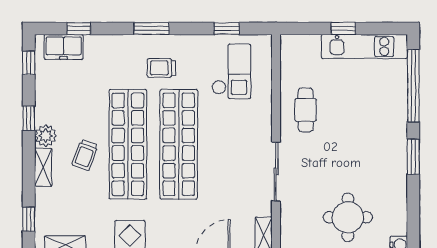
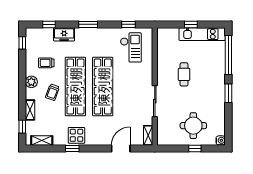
freezer: (64, 47) -> (64, 34), moved
trolley: (161, 68) -> (46, 63), moved
cafe table: (306, 110) -> (184, 74), moved
window: (29, 118) -> (22, 73), removed
shelving: (43, 167) -> (30, 110), moved

